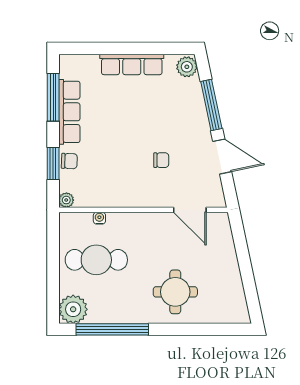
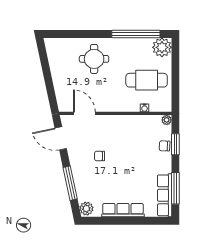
row of seats: (69, 112) -> (165, 195), moved
door: (222, 156) -> (61, 138), moved
chair: (161, 160) -> (100, 156), moved

